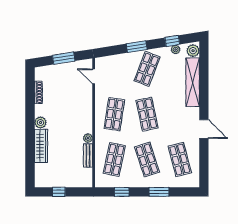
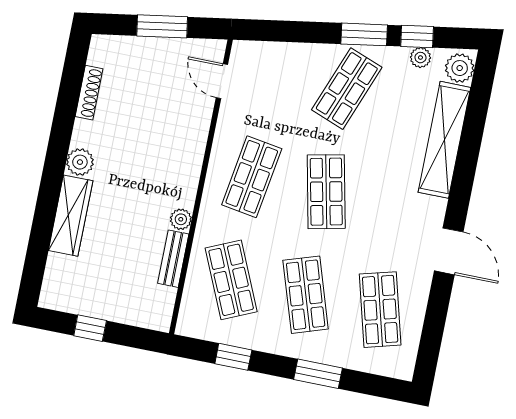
window: (137, 47) -> (364, 34), moved
shop shelf: (114, 159) -> (231, 280), turned -36

